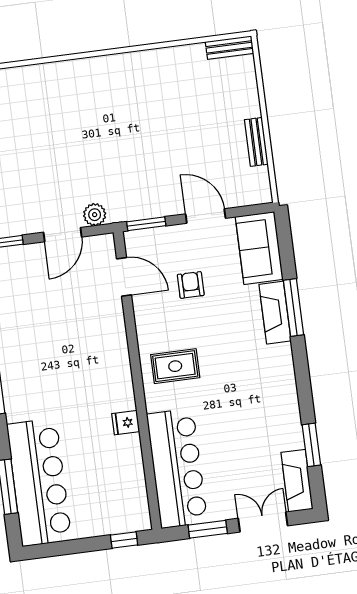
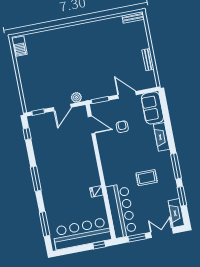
window: (294, 307) -> (176, 166), moved
rug: (175, 366) -> (147, 178), moved
bar counter: (39, 482) -> (82, 234), moved, turned -90

